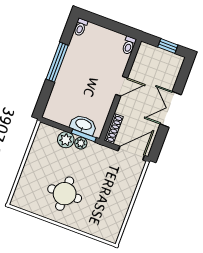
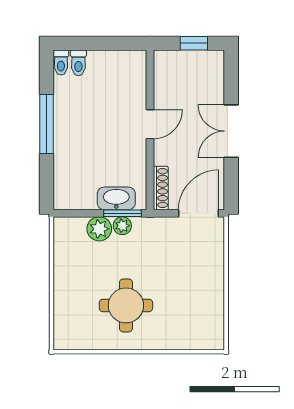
toilet: (129, 45) -> (78, 63), moved

